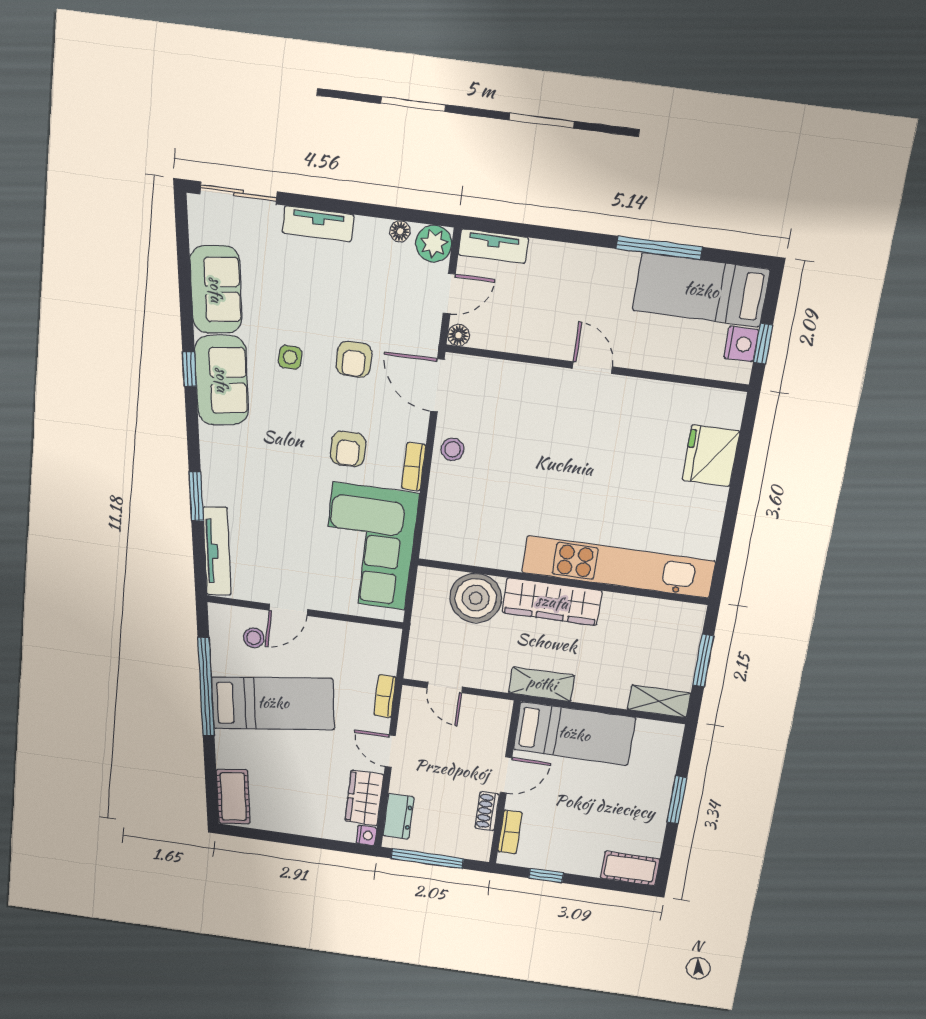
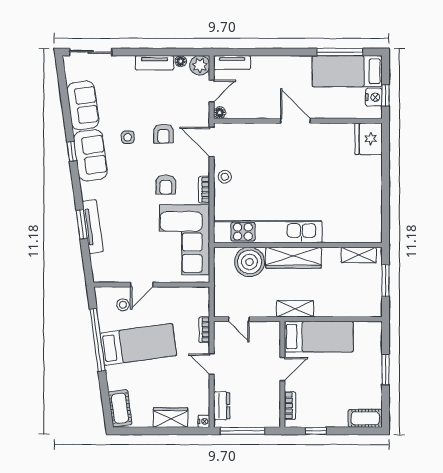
tv unit: (318, 224) -> (154, 63), moved
window: (659, 248) -> (340, 52), moved
door: (592, 368) -> (295, 121), width x1.38
fridge: (711, 456) -> (369, 139), moved
tv unit: (217, 551) -> (93, 227), moved
kitchen unit: (618, 567) -> (268, 232), moved
shelving: (659, 701) -> (359, 255), moved
wardrobe: (364, 798) -> (170, 418), moved, turned 90
shoe rack: (487, 811) -> (274, 394), removed

